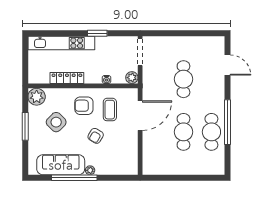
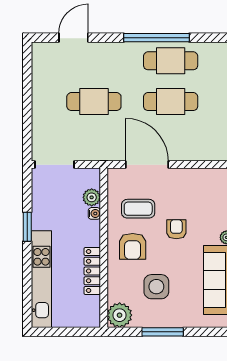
plant: (132, 78) -> (92, 197), moved
side table: (56, 122) -> (156, 287), turned 45
armchair: (96, 136) -> (176, 229), turned -121

